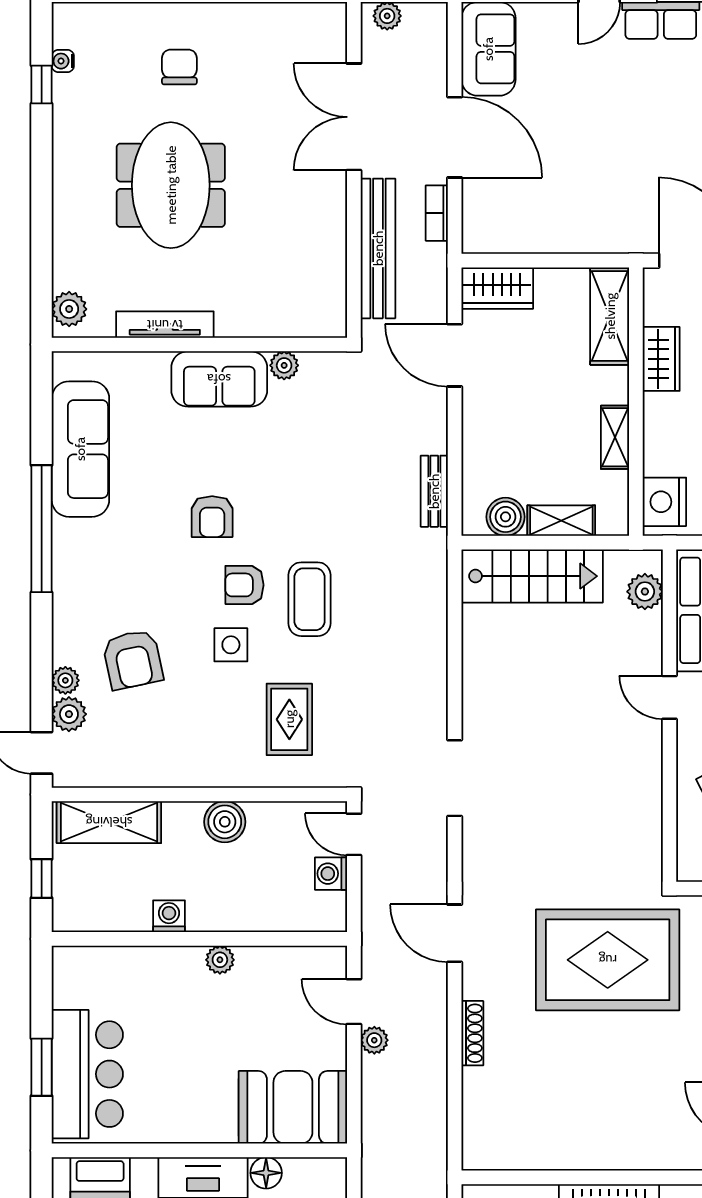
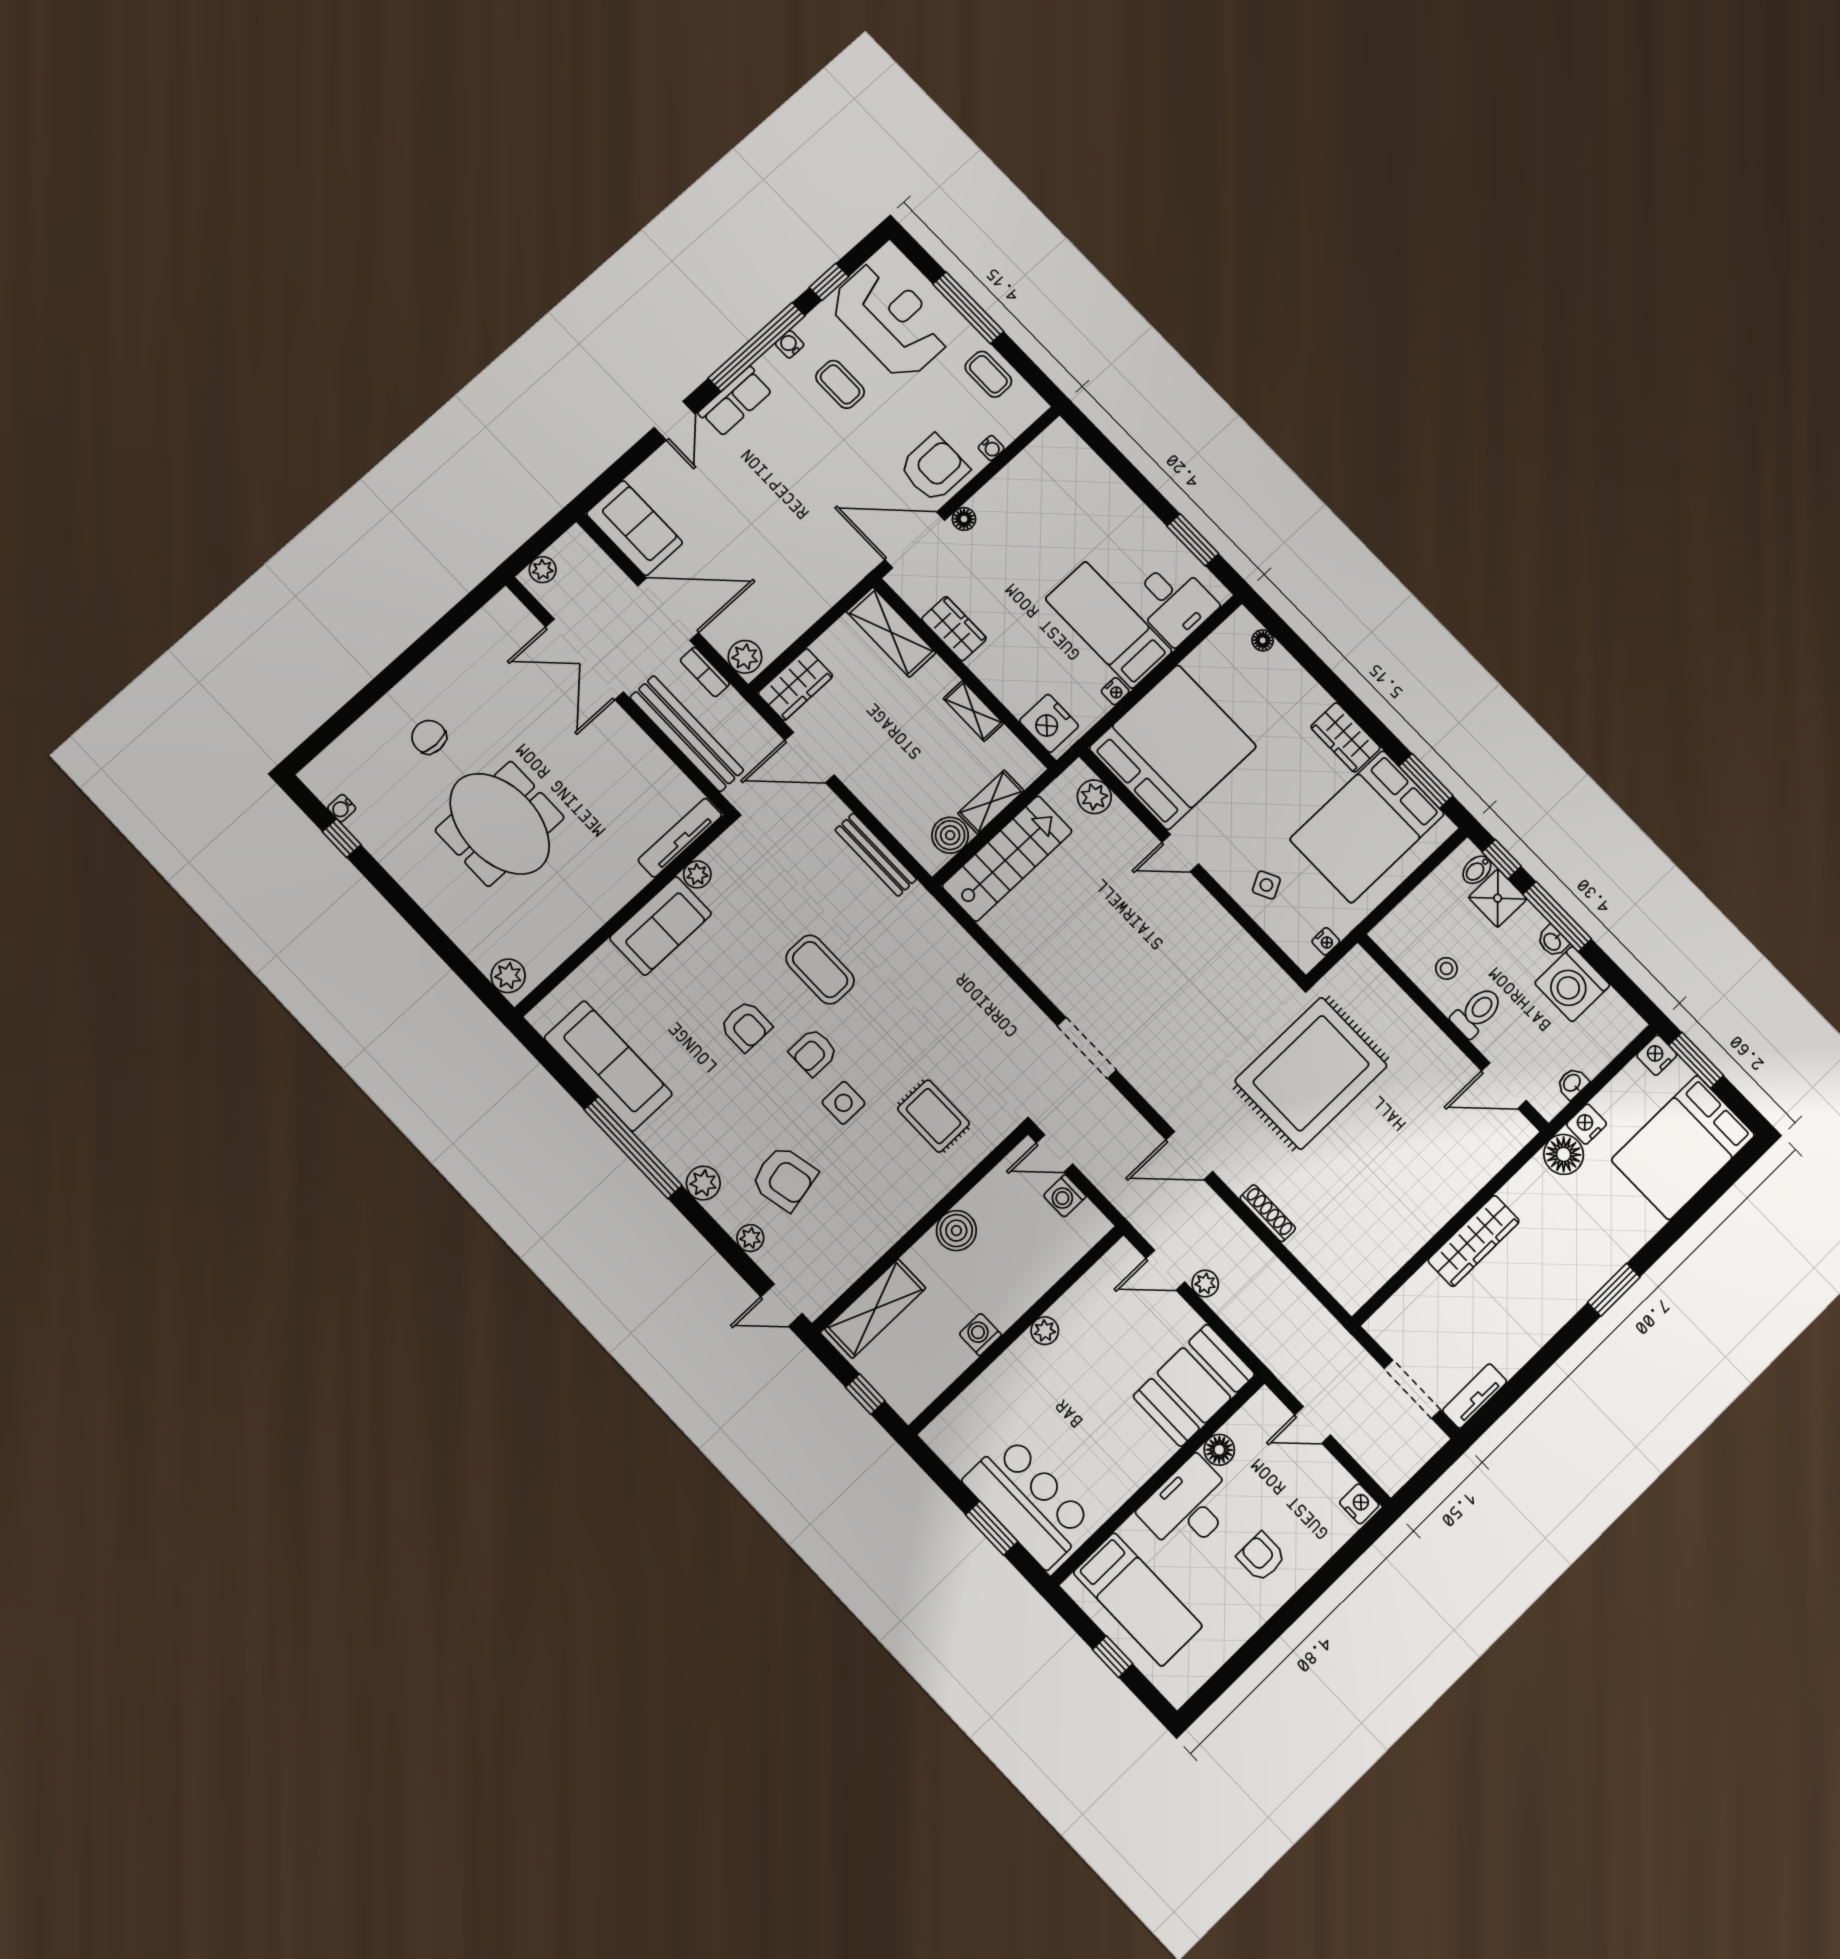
plant: (479, 230) -> (745, 657), added
tv unit: (165, 325) -> (680, 838), moved
bench: (434, 491) -> (876, 855), width x1.36
coffee table: (309, 599) -> (820, 970), moved
plant: (69, 714) -> (703, 1183), moved

